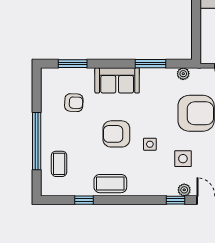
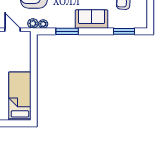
plant: (197, 74) -> (33, 23), added

